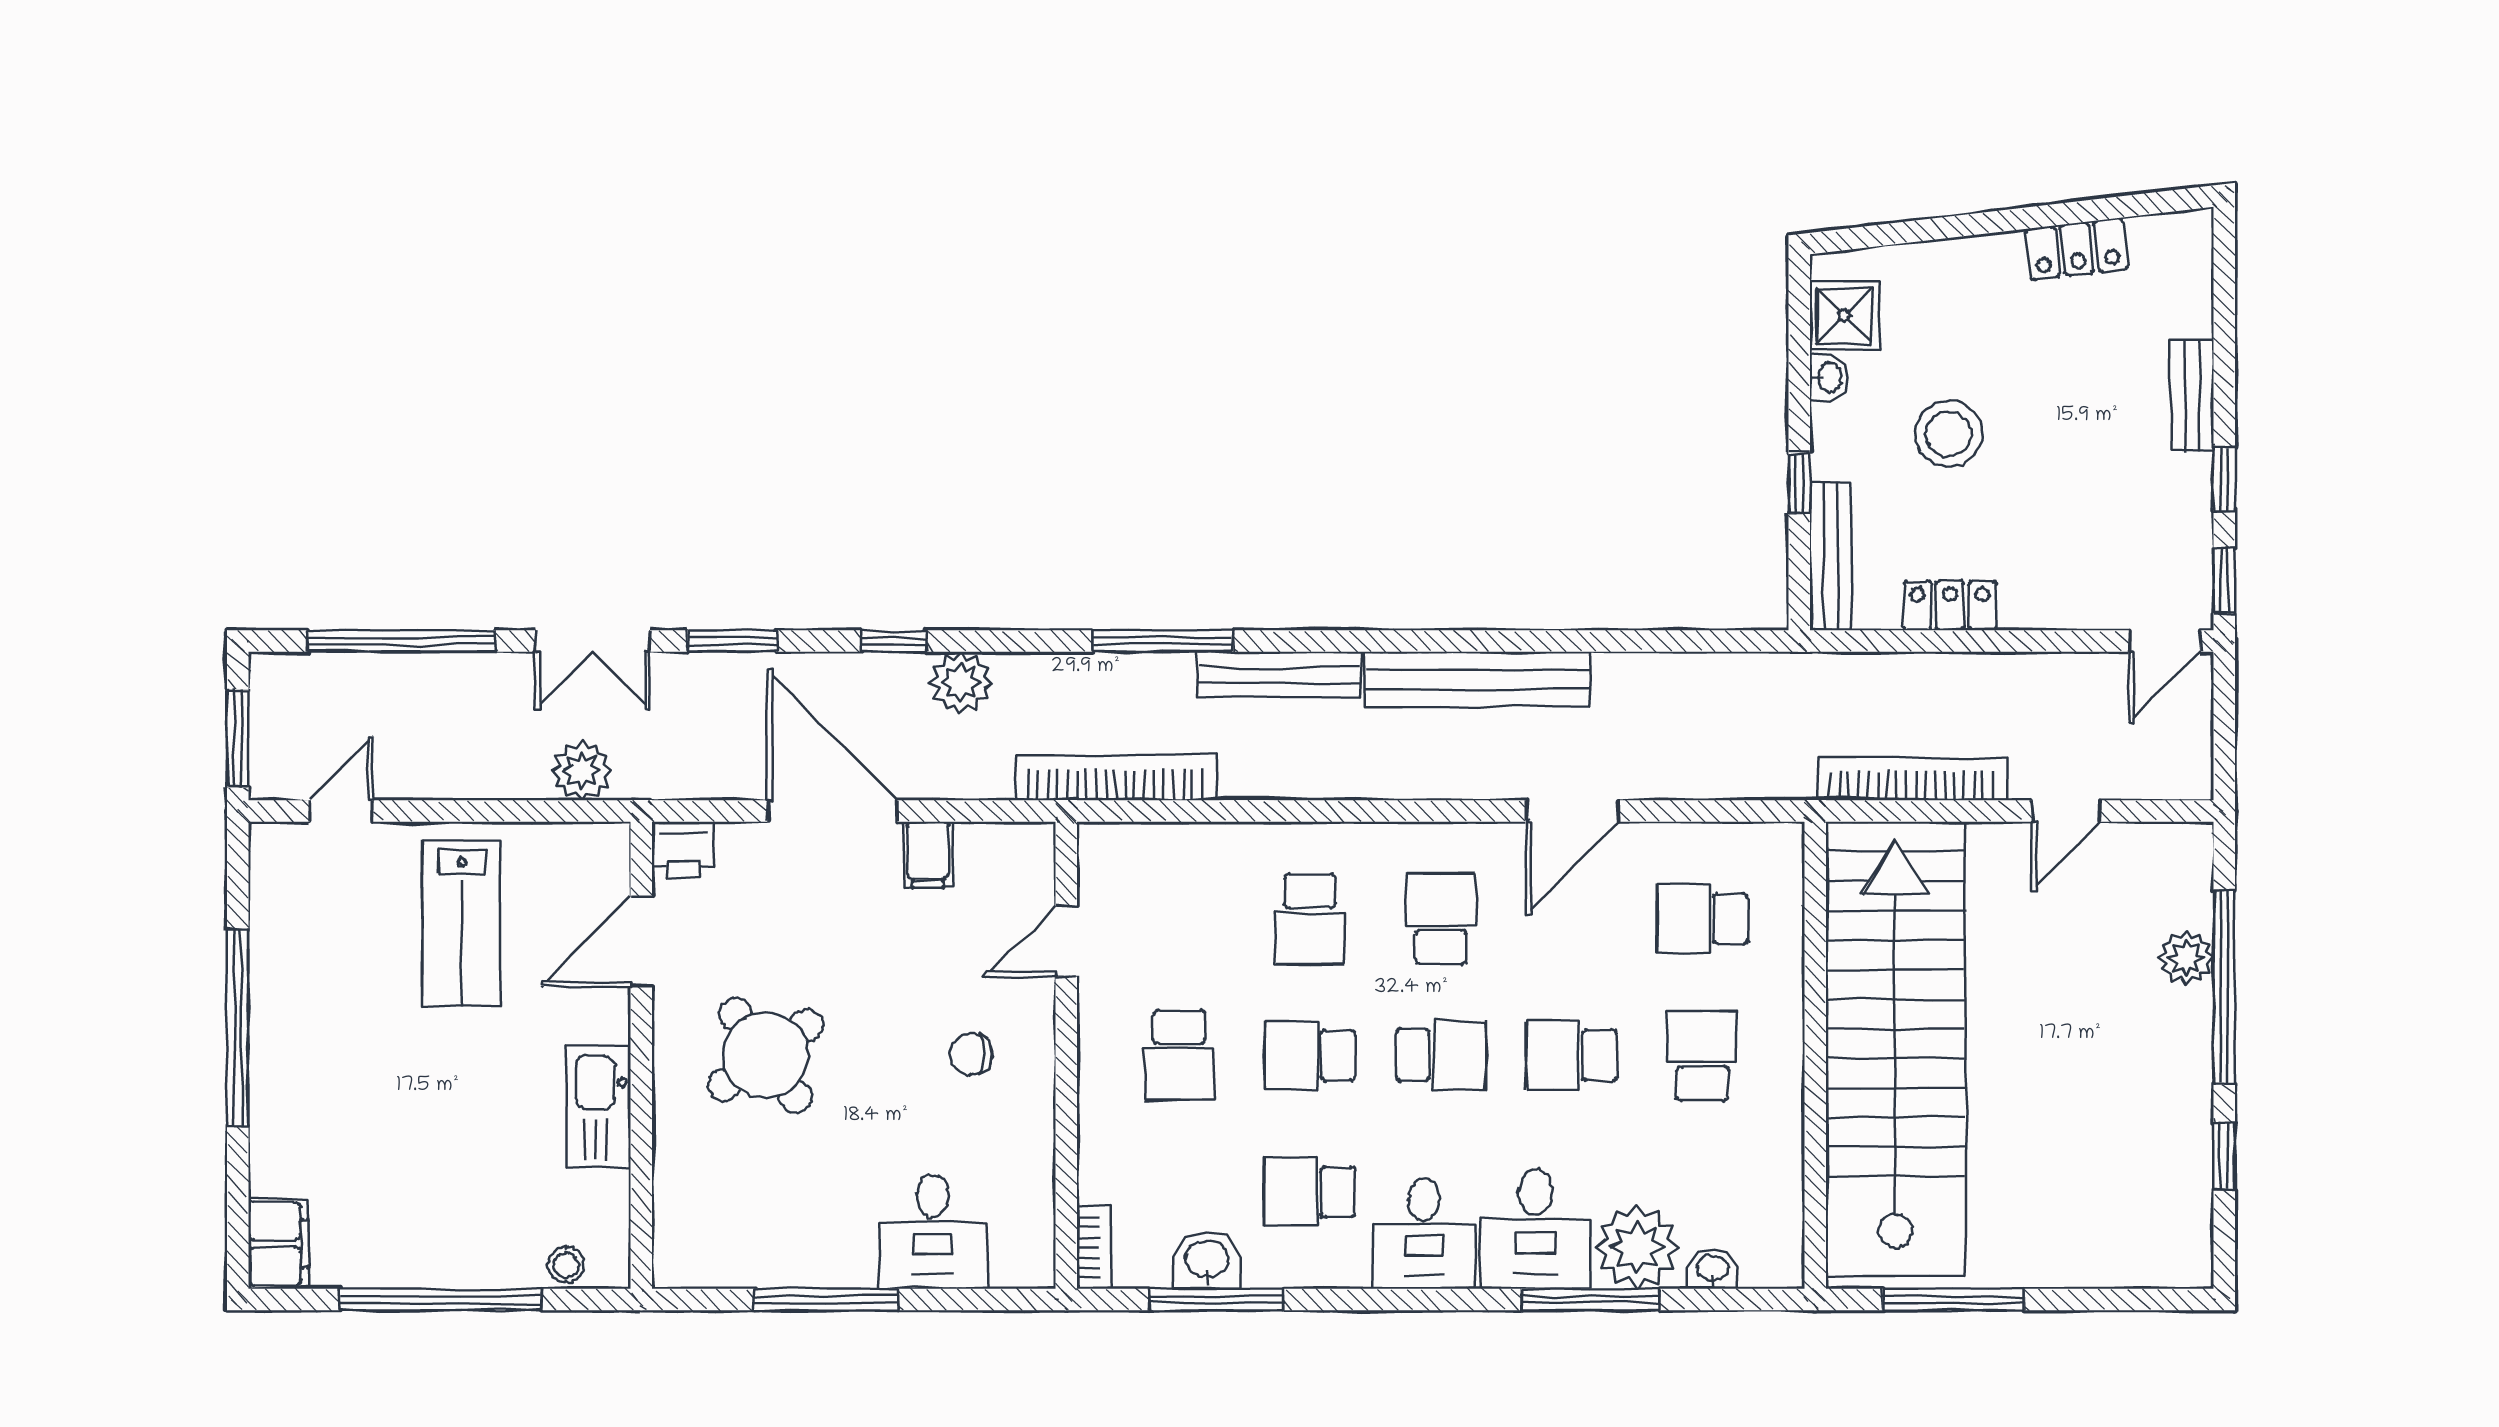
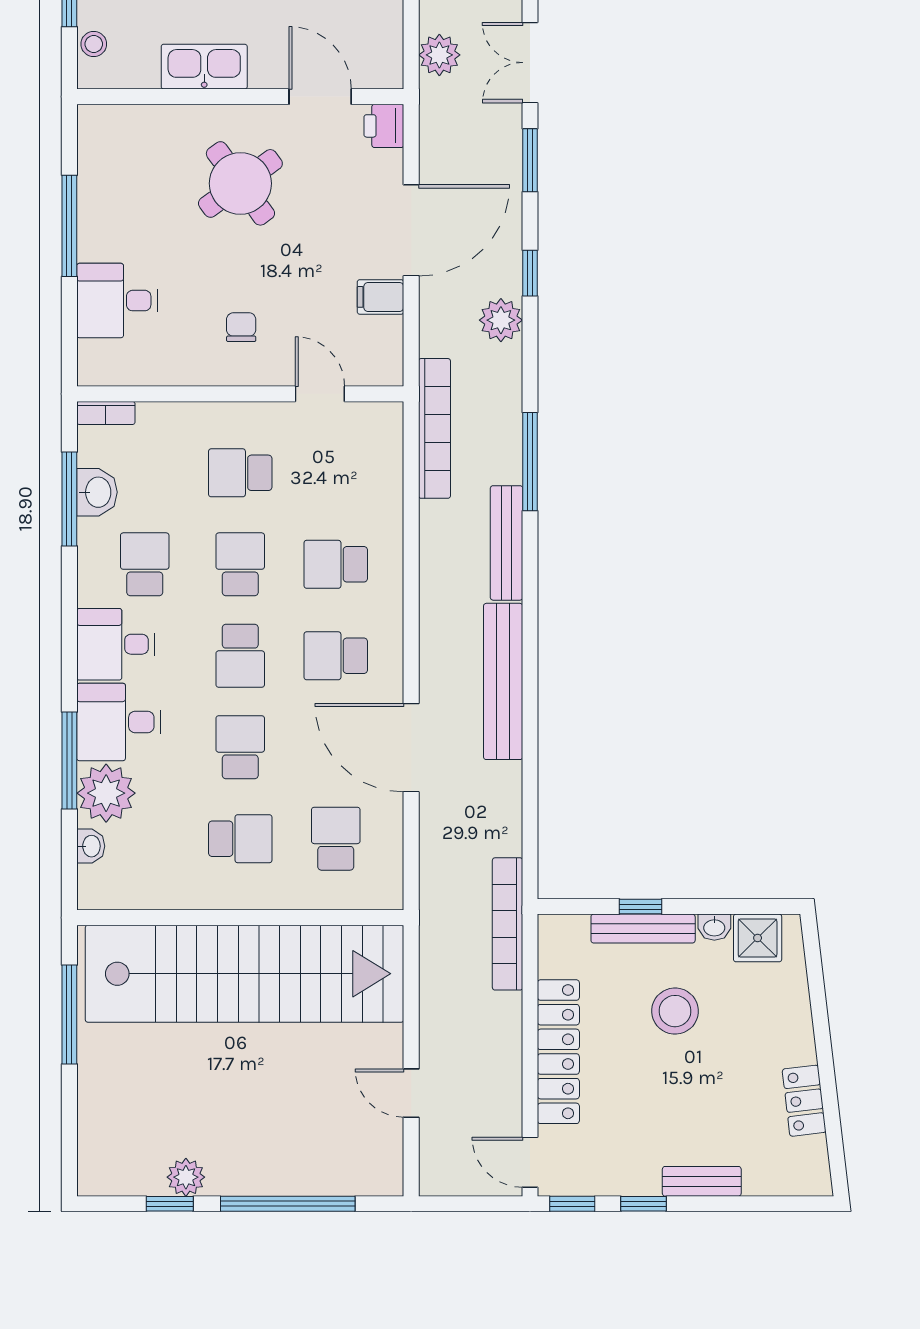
bench: (1831, 556) -> (643, 929), moved
locker: (1950, 606) -> (558, 1052), width x2.16, depth x1.21
bookcase: (1912, 779) -> (508, 924), moved, turned 180
door: (1572, 811) -> (411, 748), width x1.36
school desk: (1441, 919) -> (336, 656), turned 180
plant: (2186, 958) -> (186, 1177), moved

